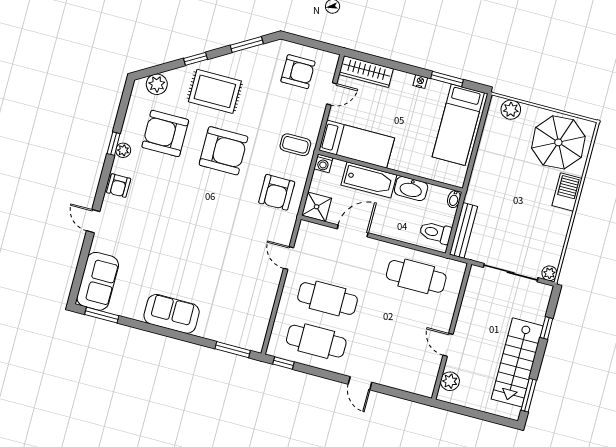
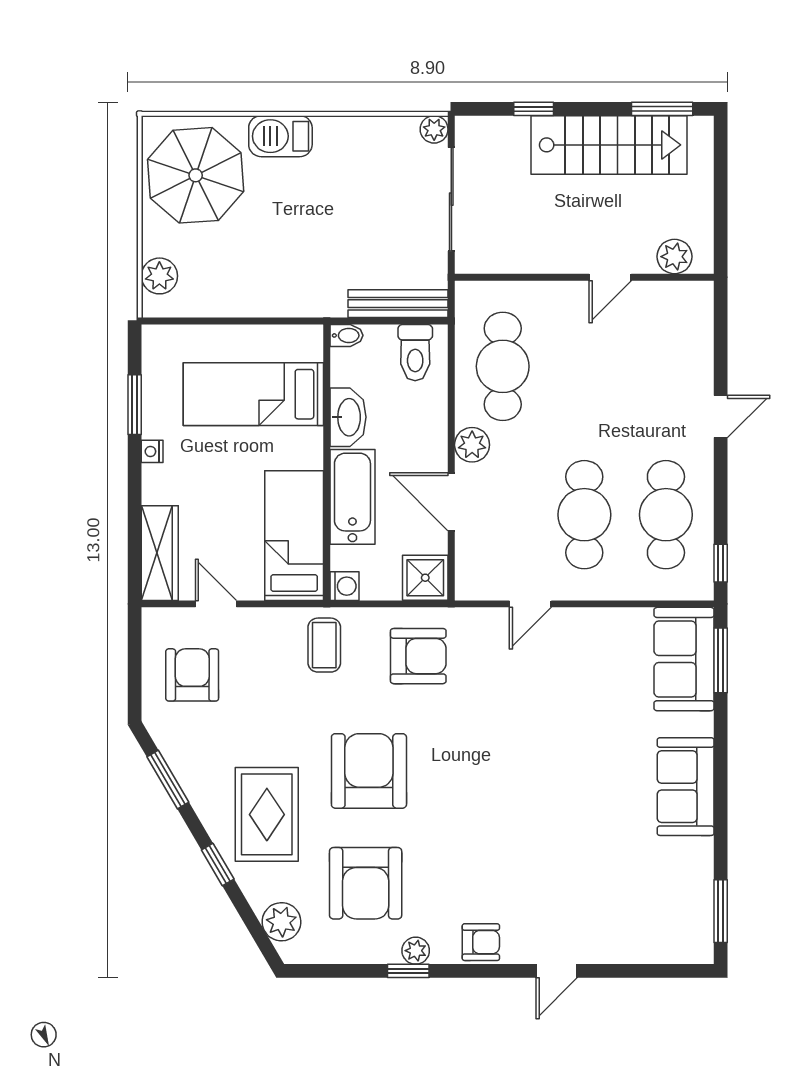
bed: (458, 125) -> (253, 394), moved, turned 180
plant: (380, 250) -> (472, 445), added
sofa: (98, 281) -> (684, 659), moved, turned -90

